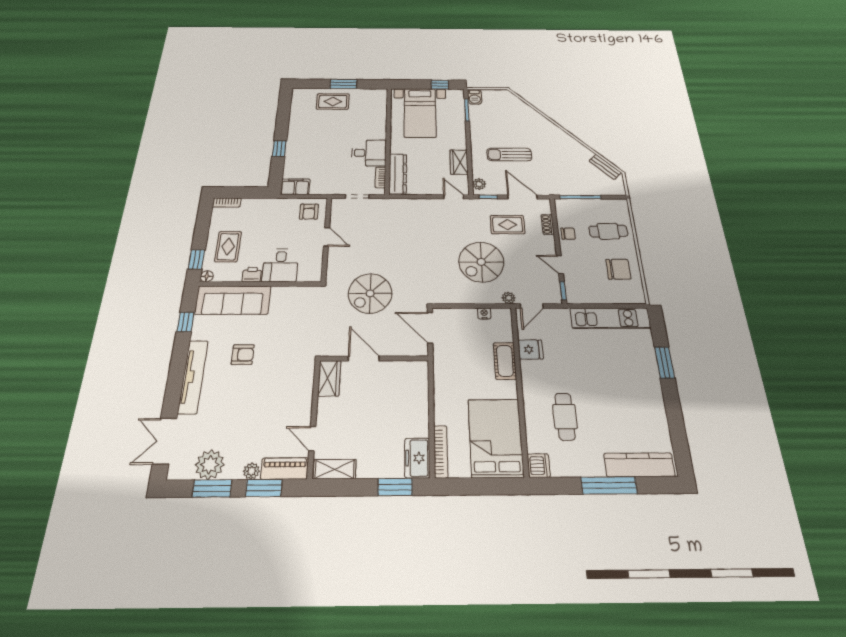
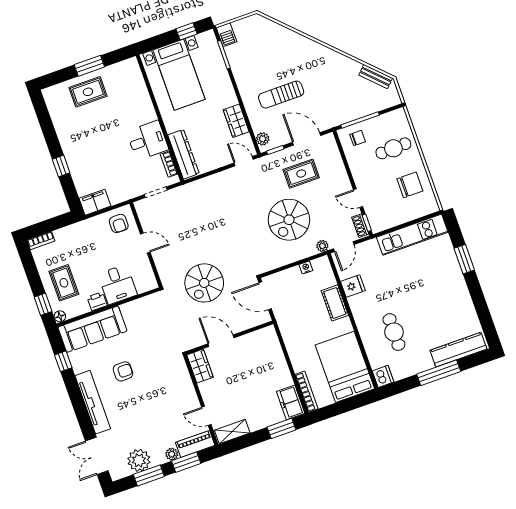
shoe rack: (548, 224) -> (360, 226), moved
chair: (568, 234) -> (358, 138), moved

